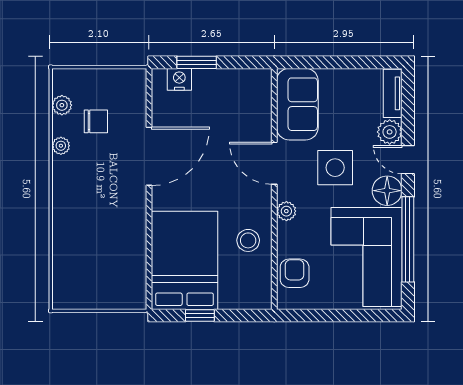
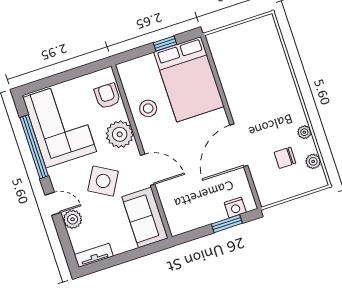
tv unit: (393, 93) -> (94, 255), moved, turned -90
side table: (335, 168) -> (103, 181), turned 30
floor lamp: (387, 191) -> (60, 177), removed
plant: (286, 211) -> (120, 134), width x1.87, depth x1.87
armchair: (295, 273) -> (107, 96), turned 180

